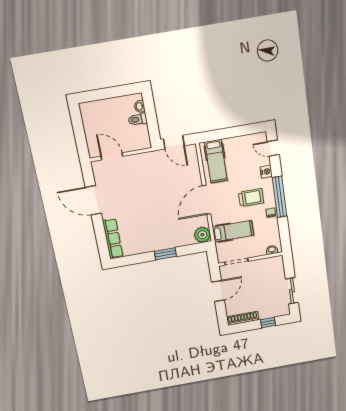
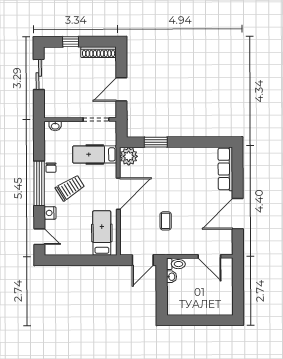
washbasin: (140, 106) -> (171, 277), moved
toilet: (138, 119) -> (176, 264), moved
door: (174, 142) -> (143, 260), swing flipped
coffee table: (159, 182) -> (166, 221), added
trolley: (251, 198) -> (70, 188), turned 148
door: (93, 200) -> (238, 214), swing flipped
window: (165, 254) -> (156, 142), moved

